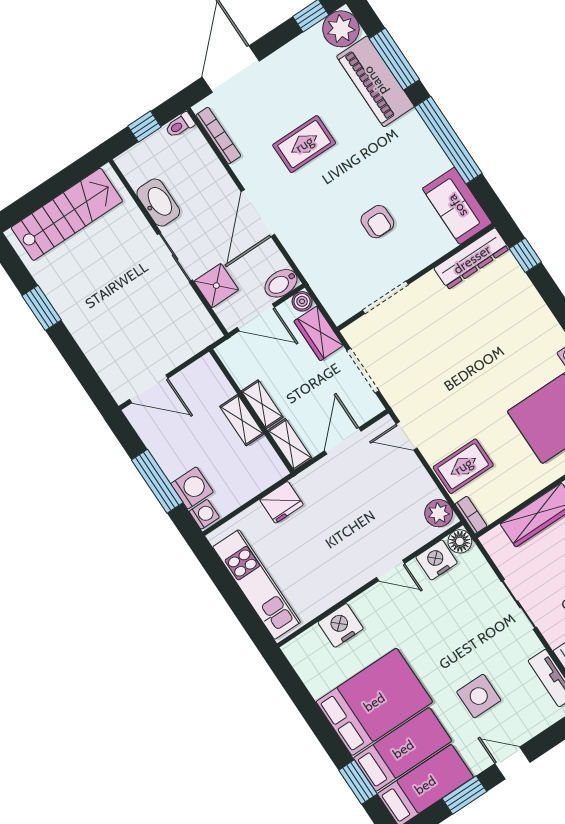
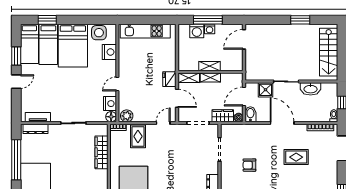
rug: (304, 144) -> (296, 157), turned 90
fridge: (281, 502) -> (169, 79), moved
washing machine: (204, 514) -> (210, 29), moved
side table: (479, 696) -> (99, 33), moved

